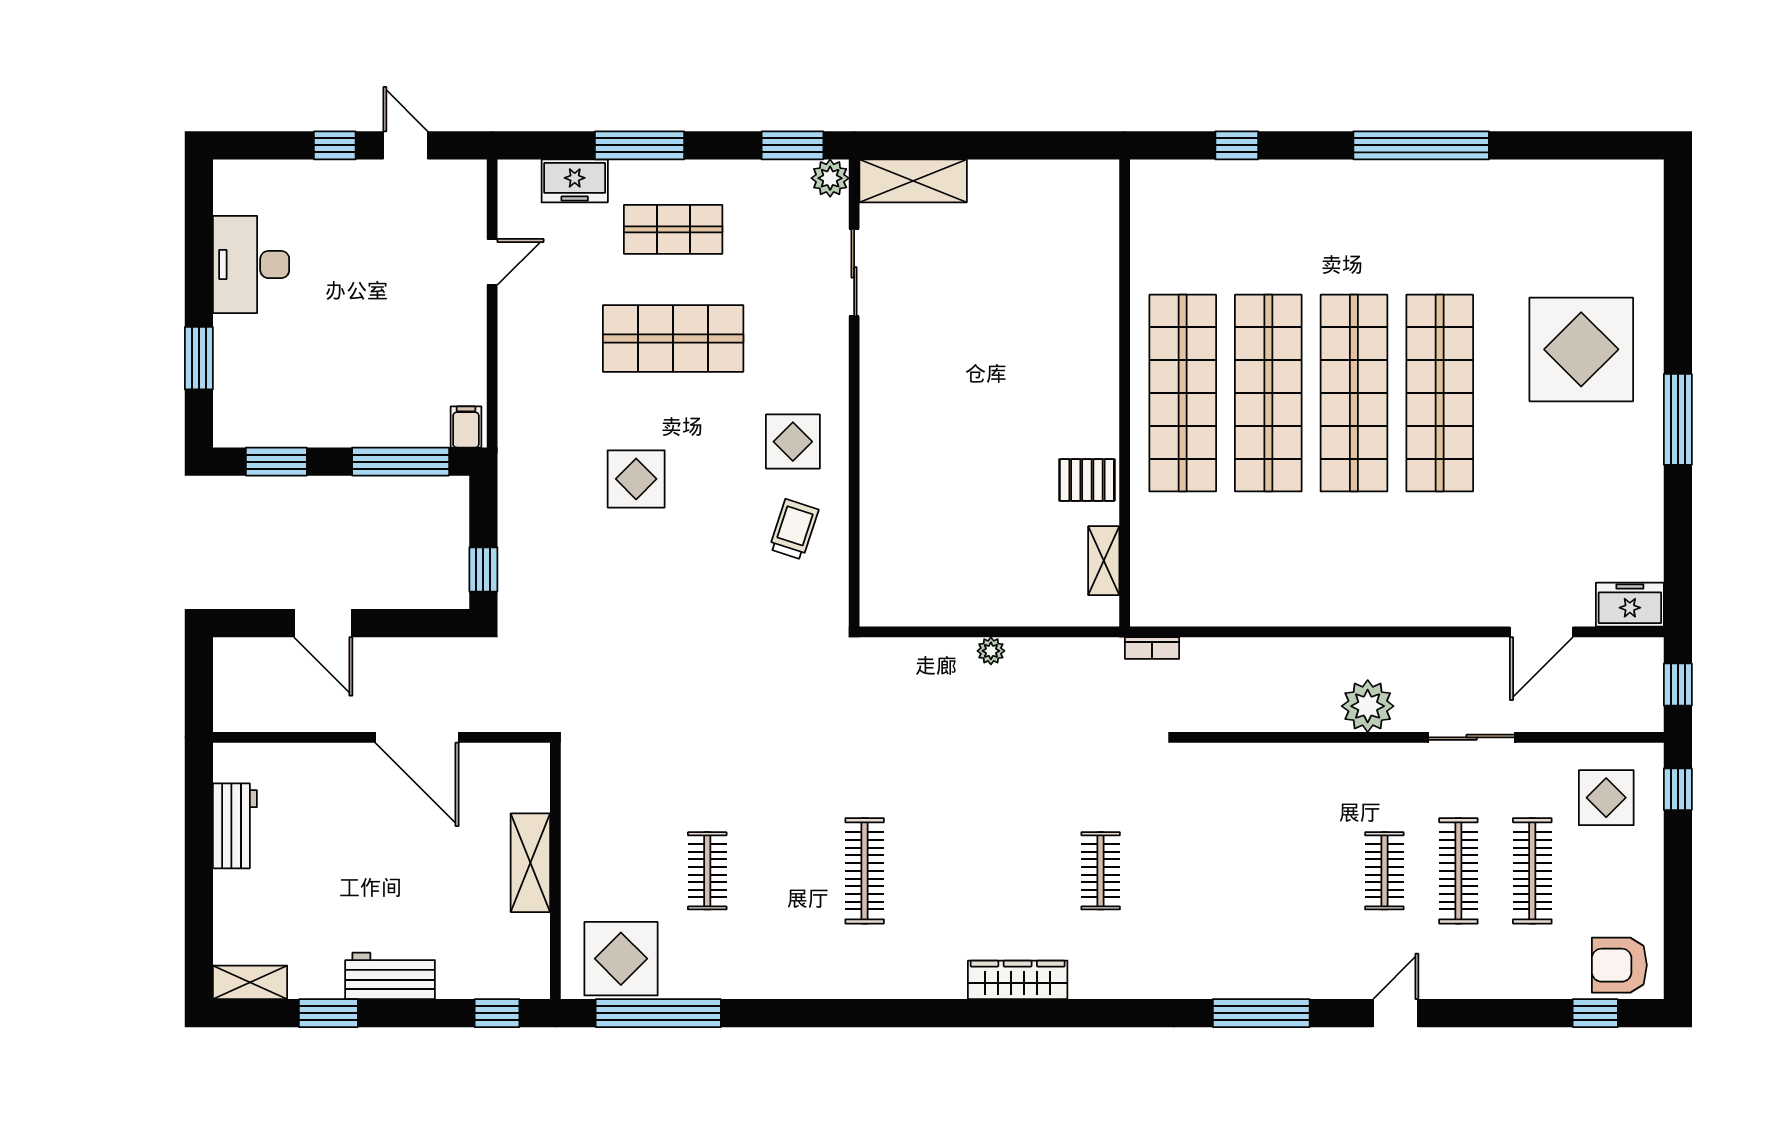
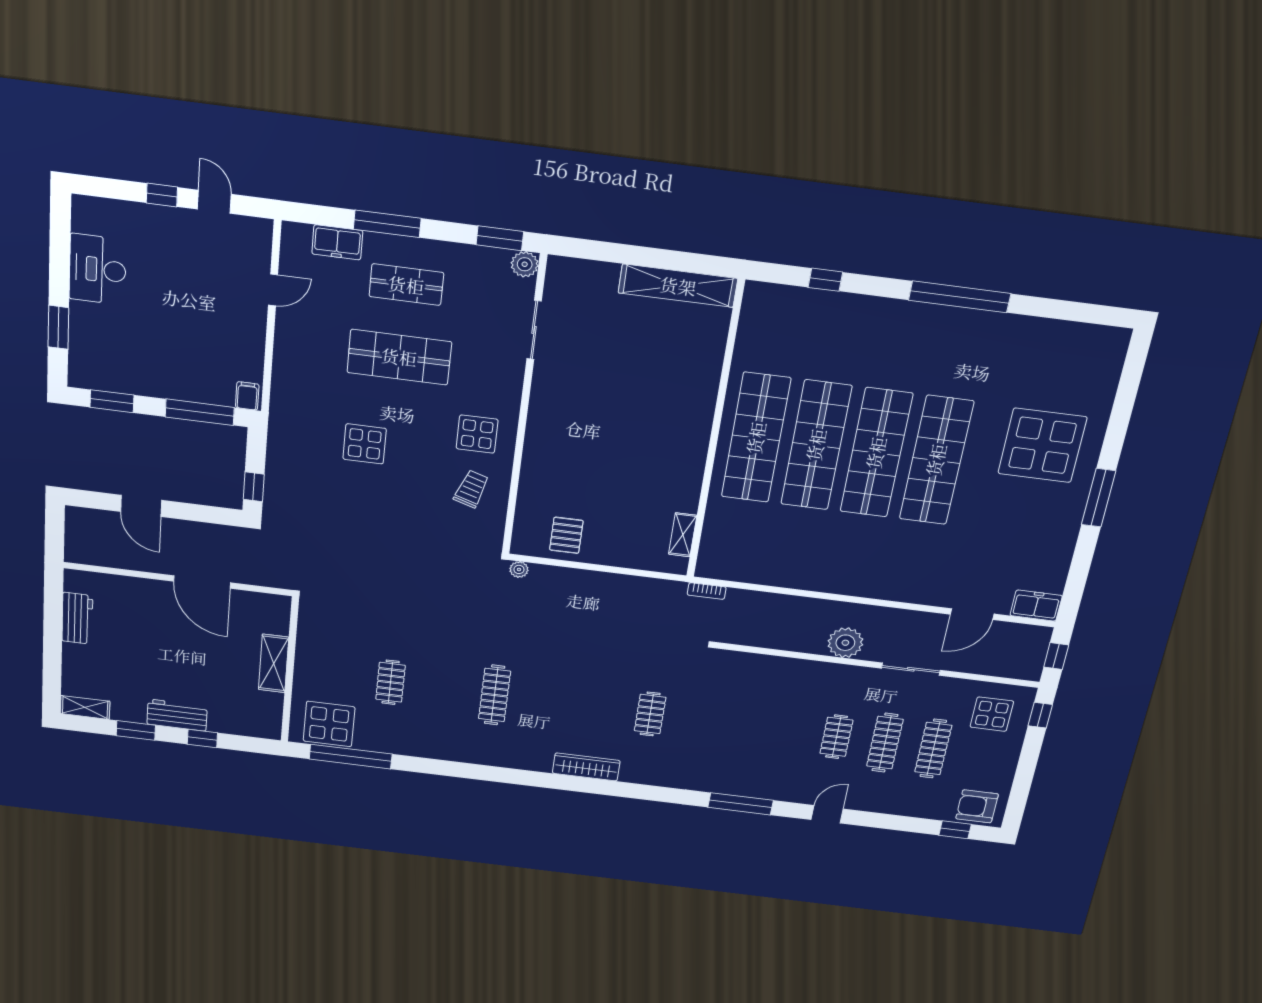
shelving: (913, 181) -> (678, 286), moved, width x1.47
pallet: (1087, 480) -> (566, 535), moved, turned 90
plant: (991, 651) -> (519, 569), moved
window: (497, 1013) -> (202, 739), moved

